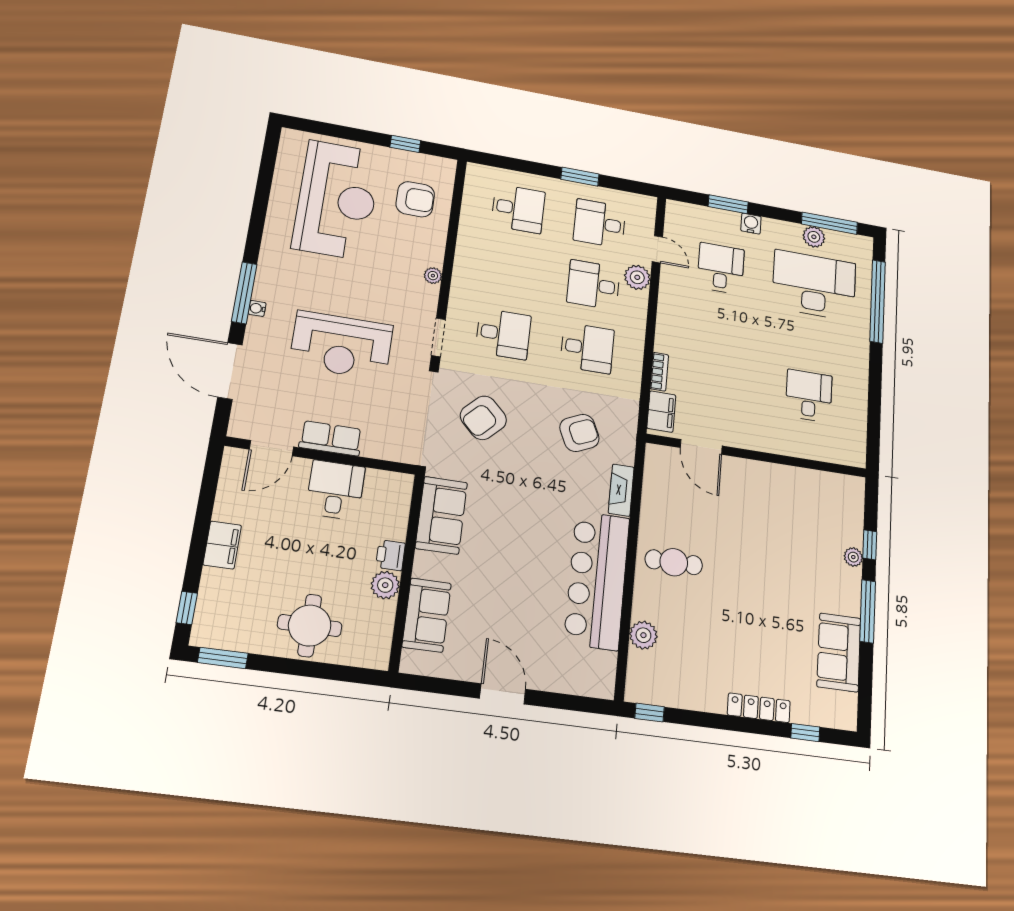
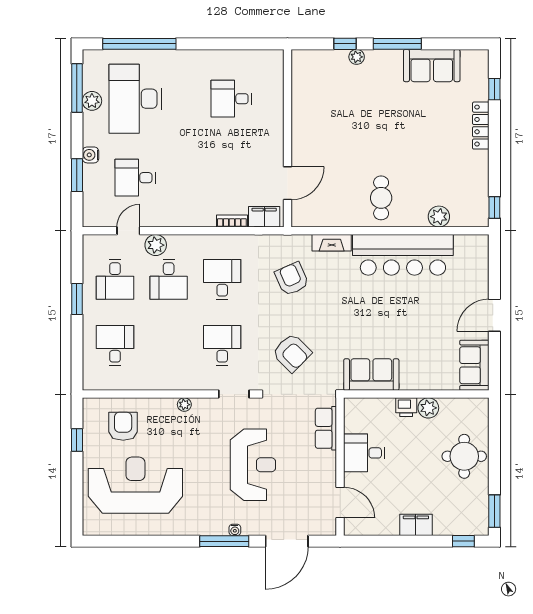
row of seats: (331, 438) -> (326, 428), moved
sofa: (427, 615) -> (474, 365), moved, turned -90

